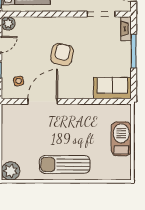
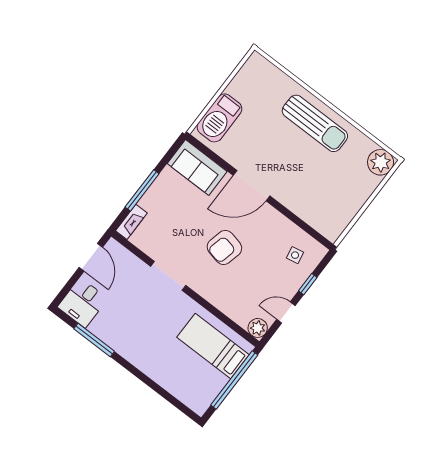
doorway: (101, 14) -> (168, 276), moved
door: (43, 101) -> (251, 186), moved
barbecue: (121, 139) -> (219, 118), moved

